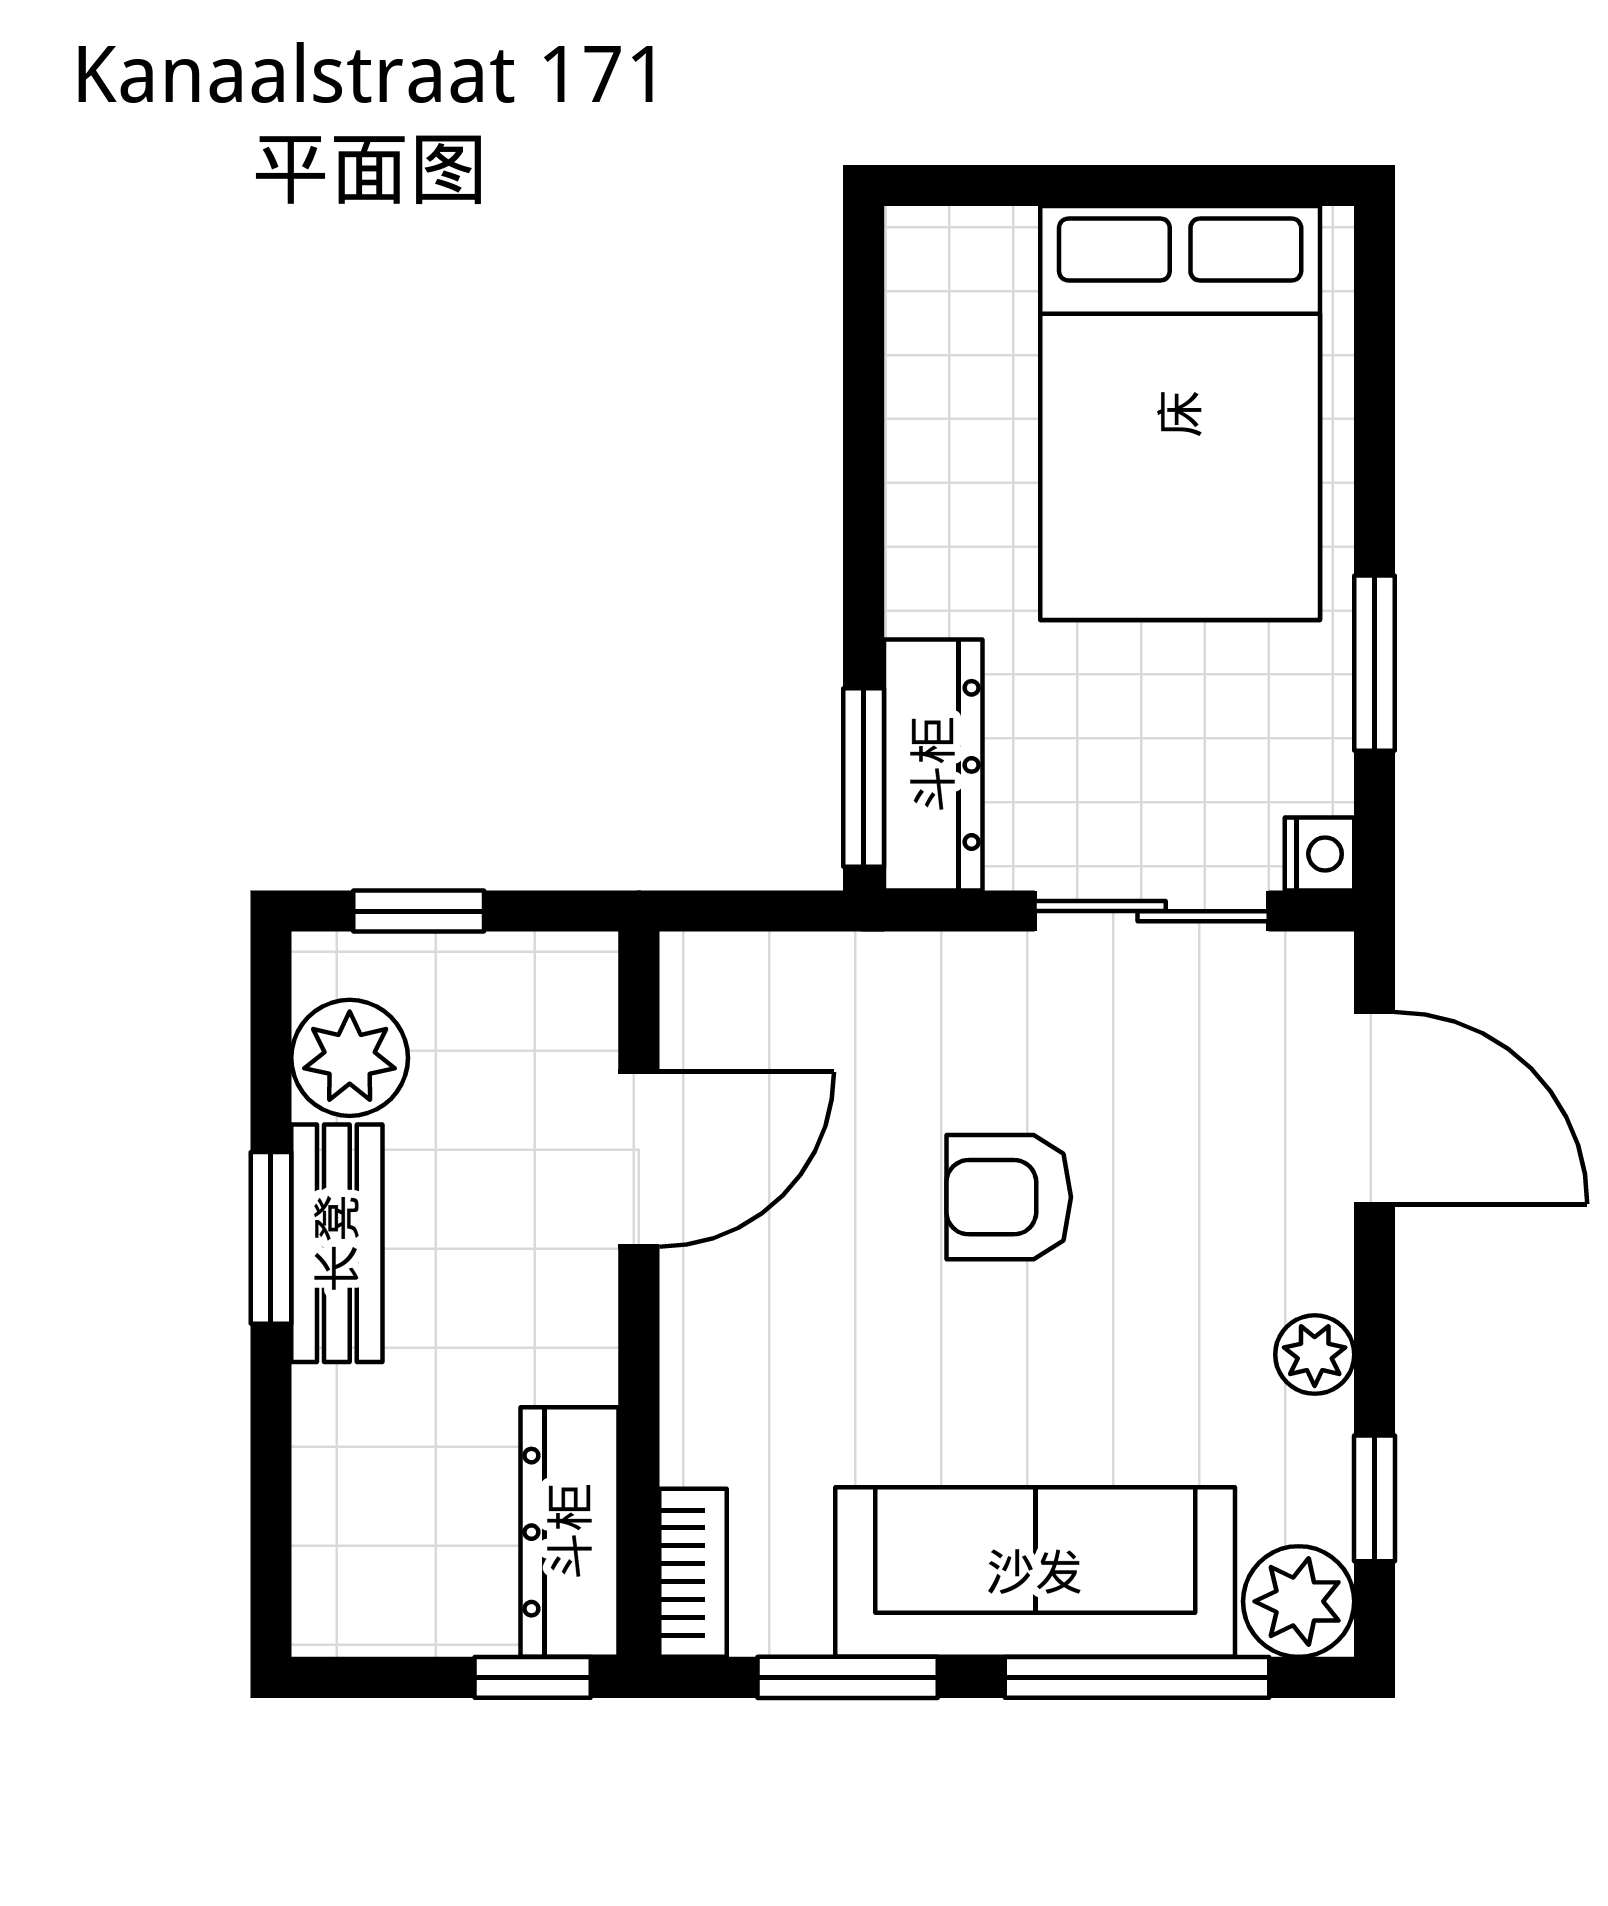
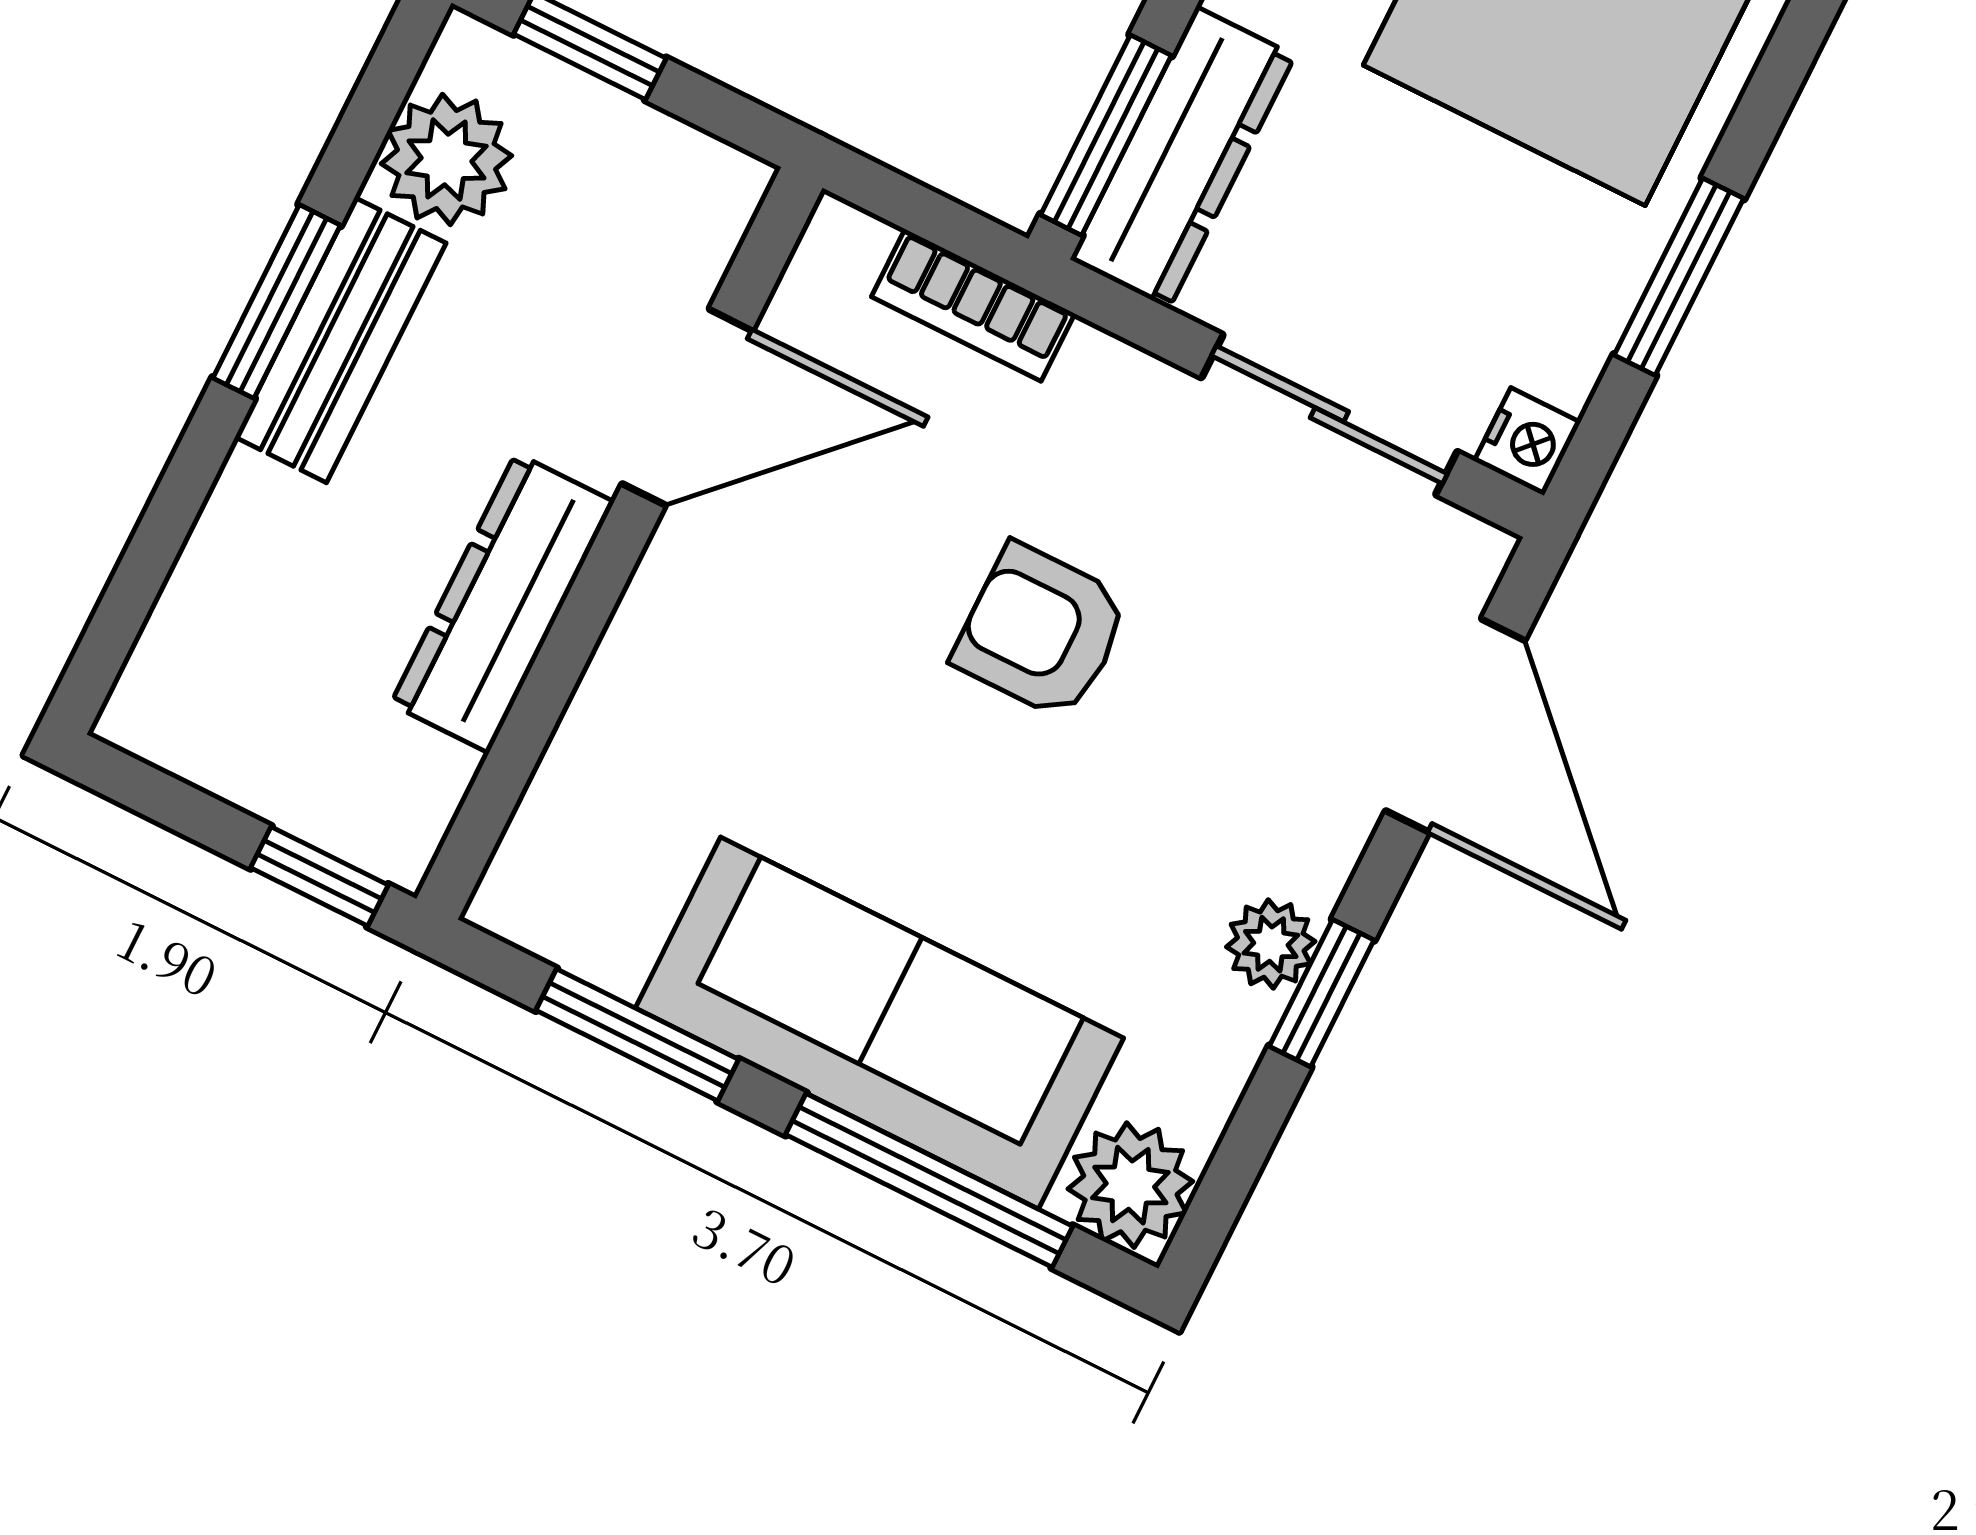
window: (1375, 1498) -> (1322, 993), moved
dresser: (570, 1532) -> (502, 603), moved
bookcase: (693, 1573) -> (973, 305), moved, turned 90

